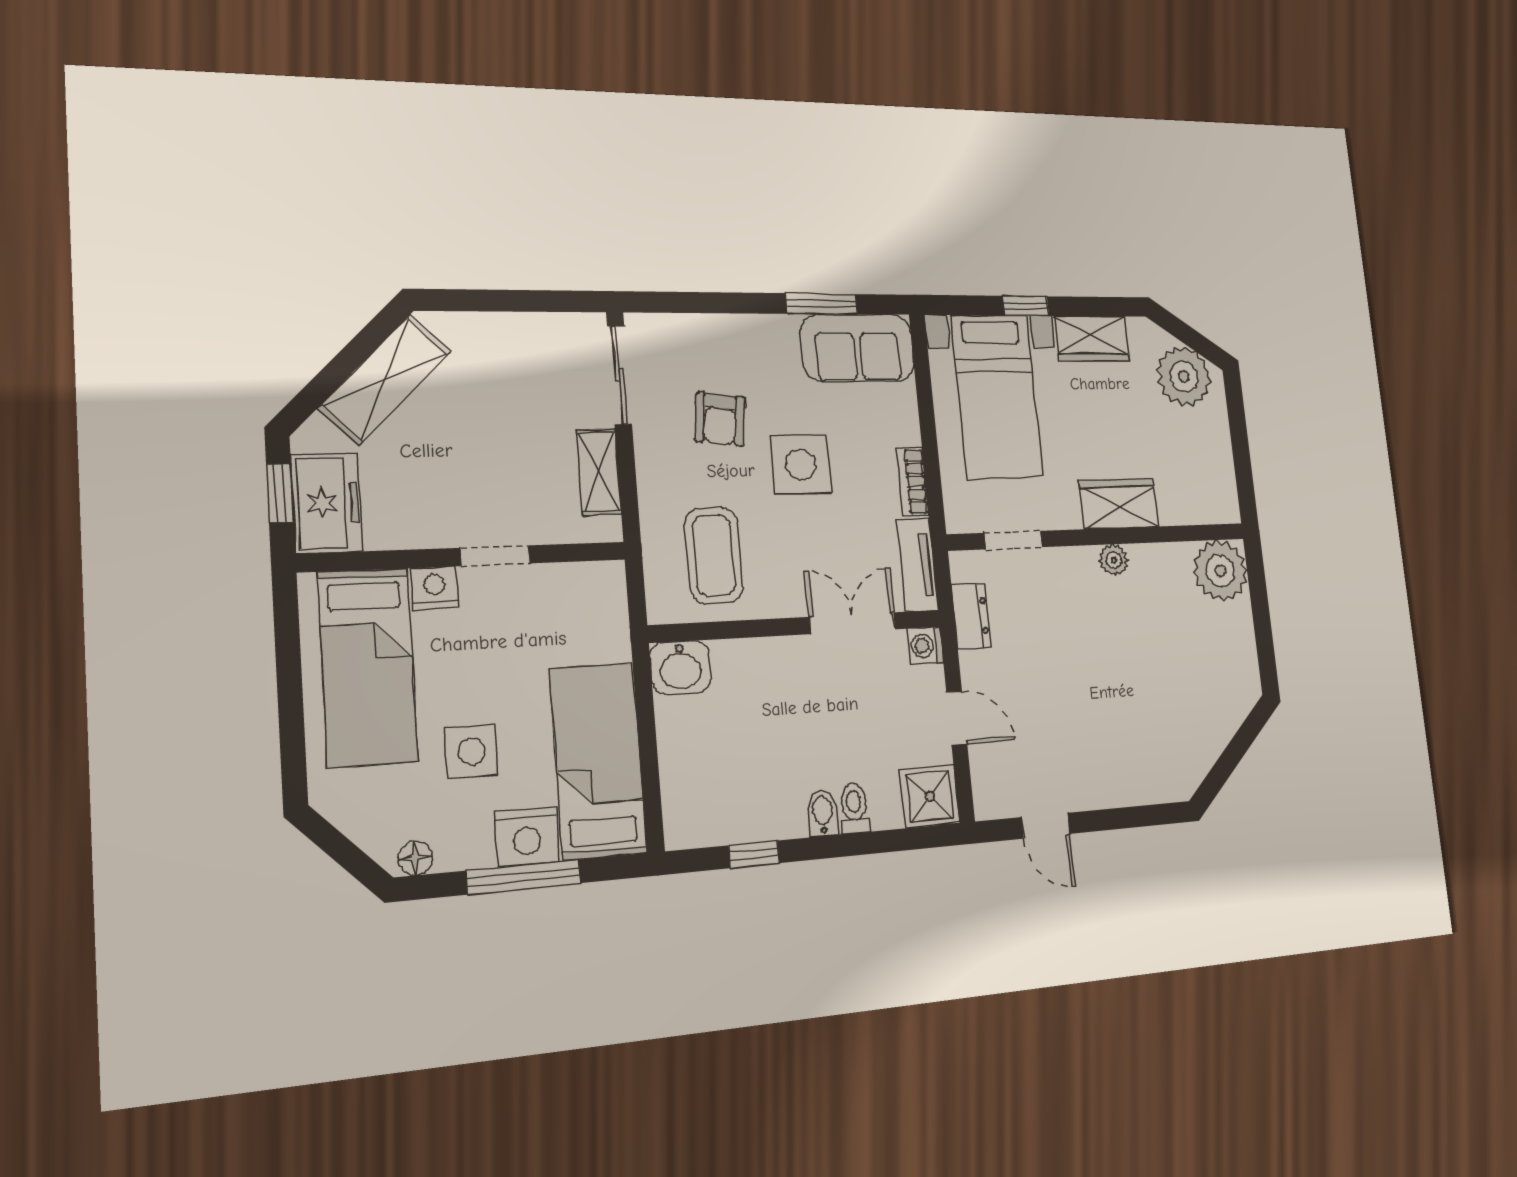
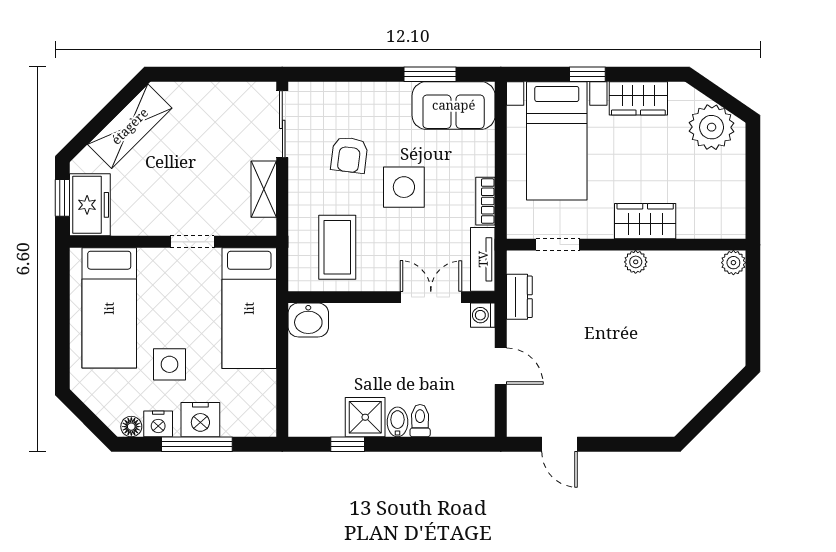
plant: (1220, 571) -> (733, 263), width x0.53, depth x0.53
nightstand: (435, 588) -> (158, 424), moved, turned 180
bed: (598, 761) -> (249, 308), moved, turned 180
shower: (930, 796) -> (365, 417), moved

